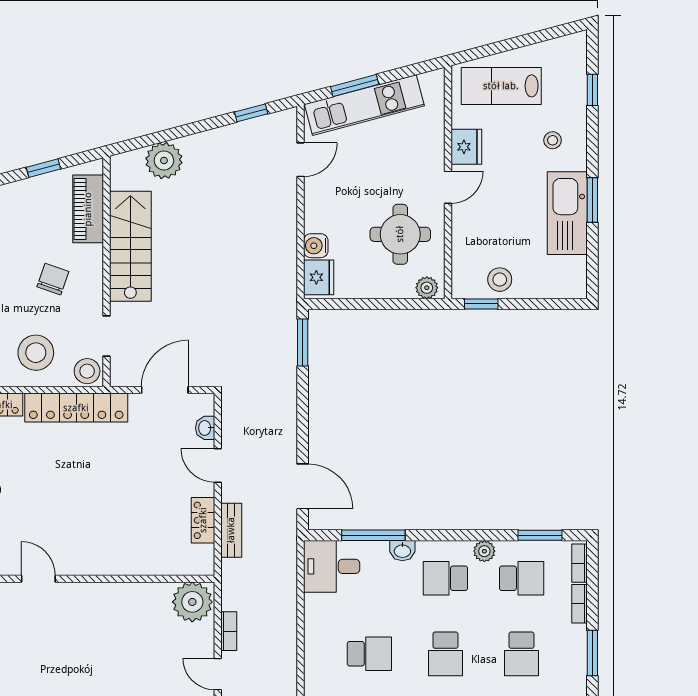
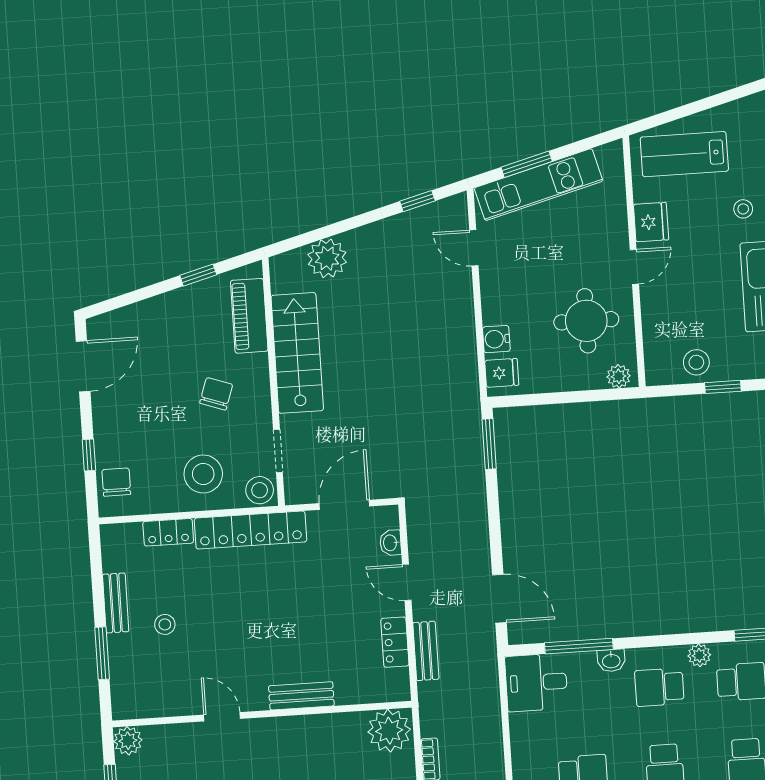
door: (301, 160) -> (474, 248), swing flipped
fridge: (319, 277) -> (502, 373), width x0.72
window: (481, 304) -> (723, 387), moved
bench: (113, 564) -> (301, 696), added

